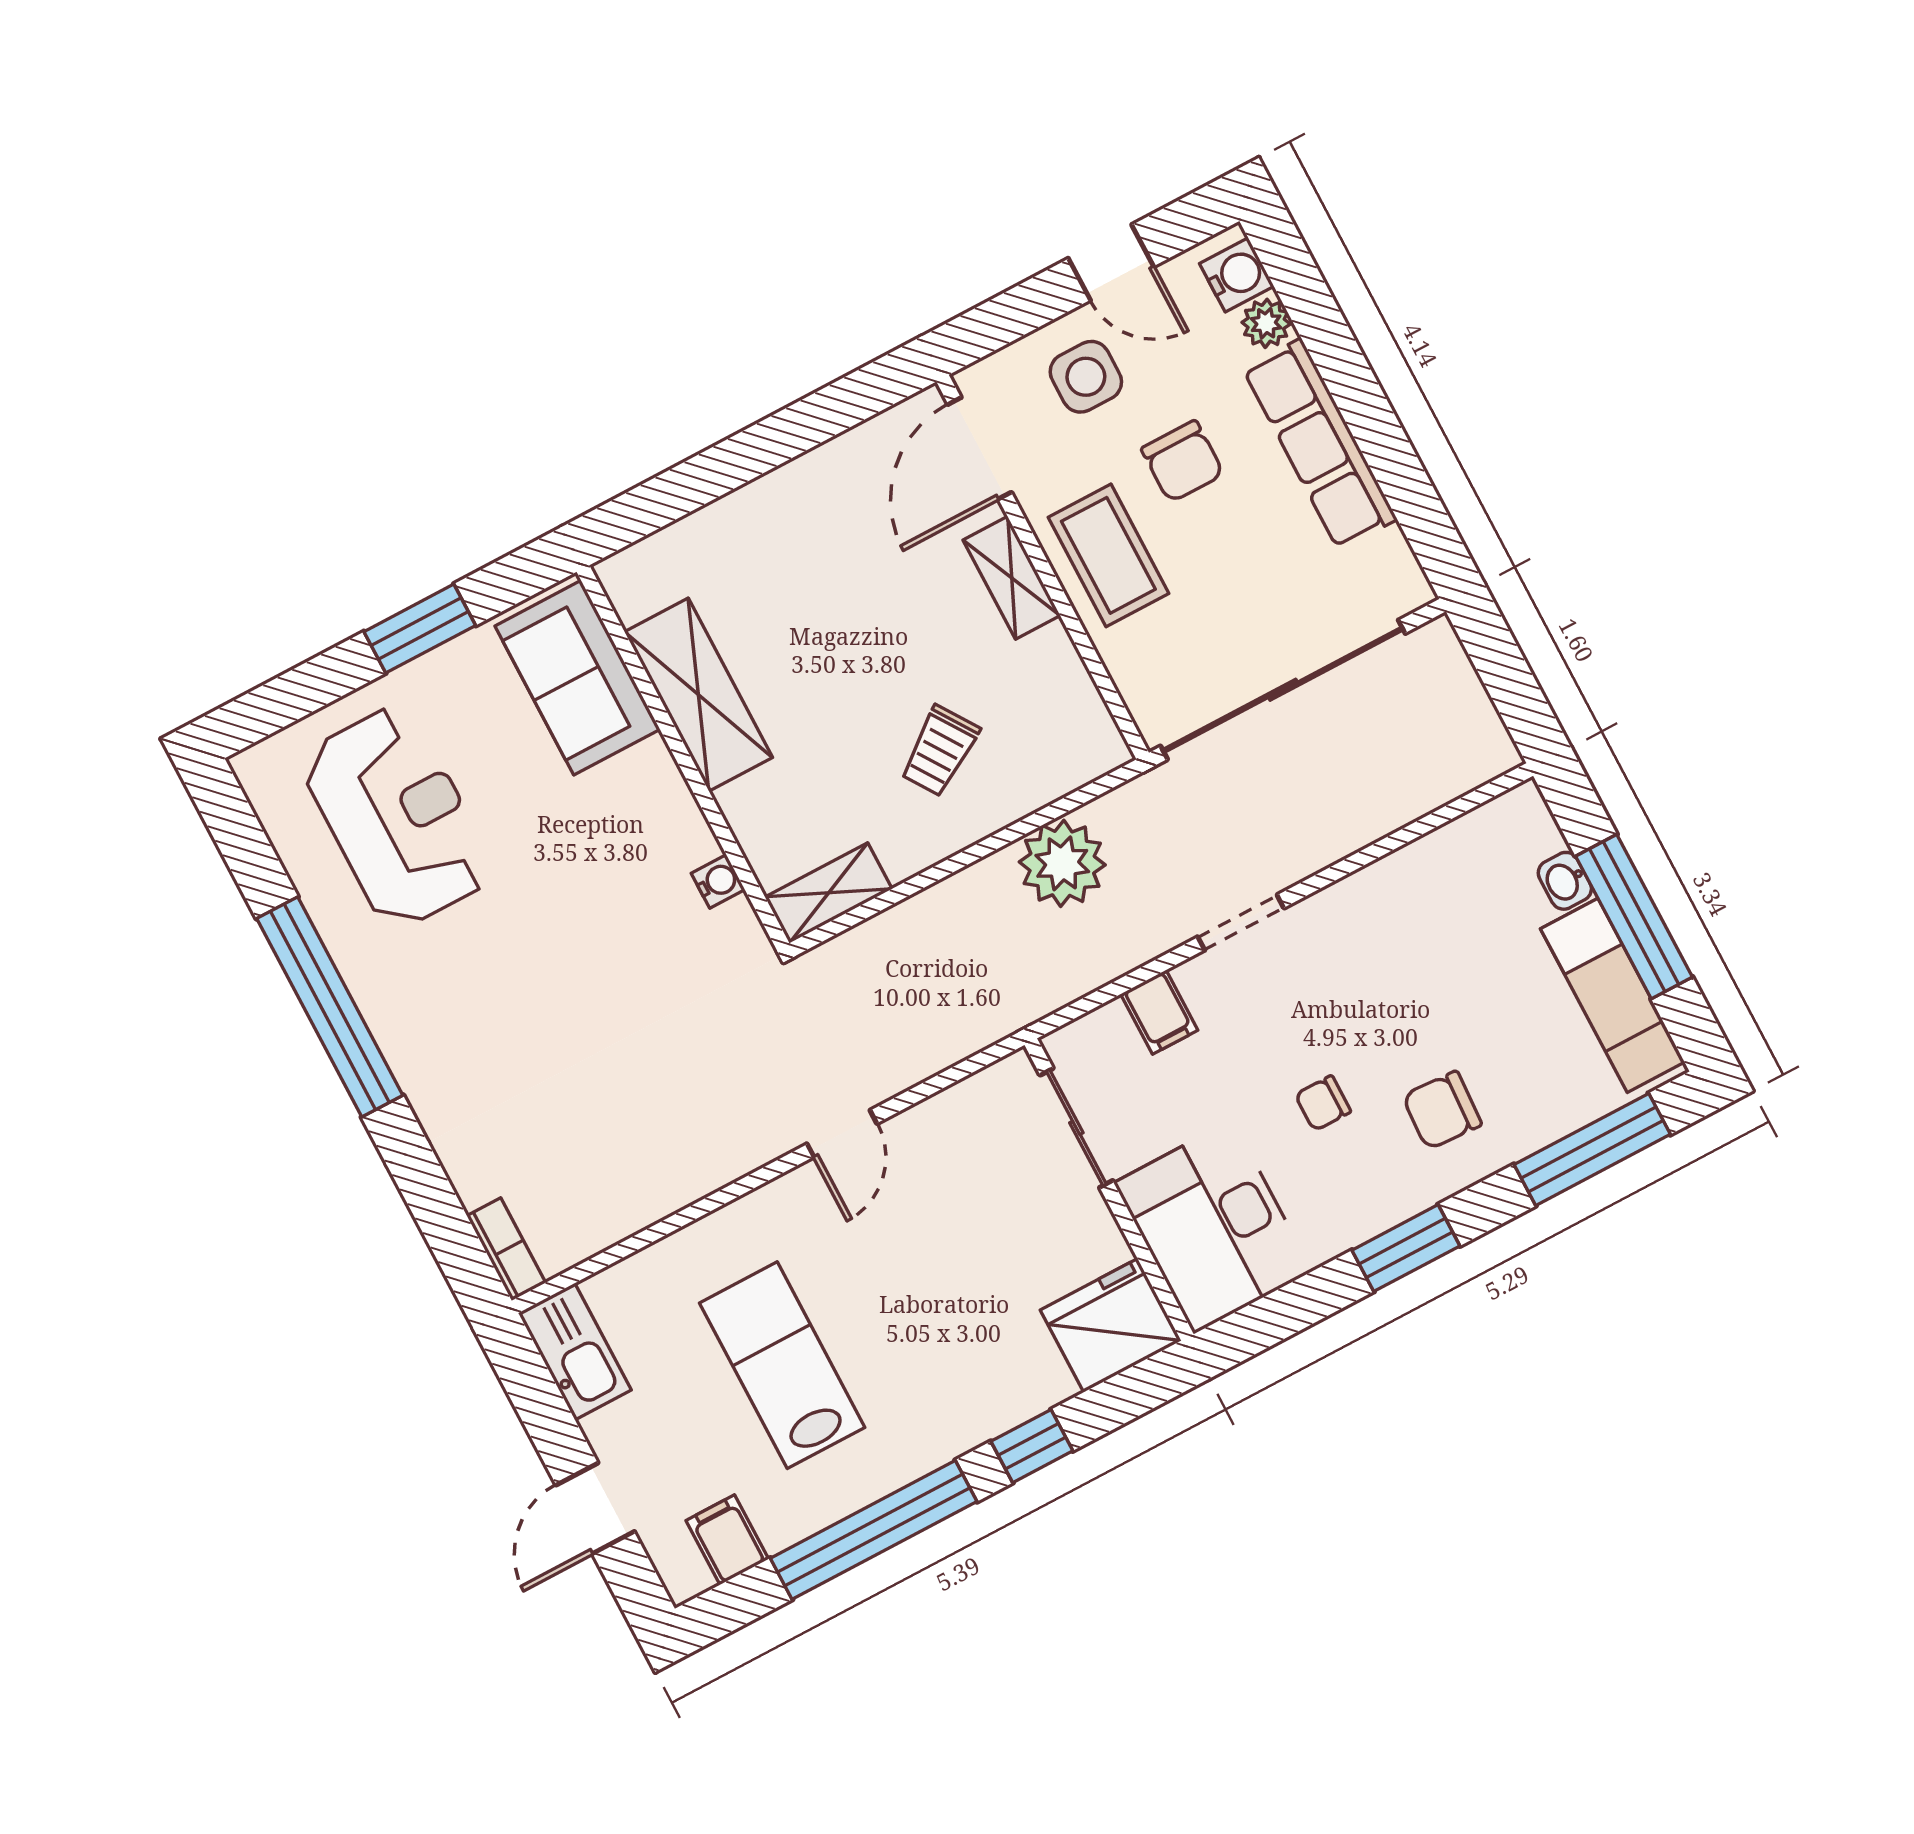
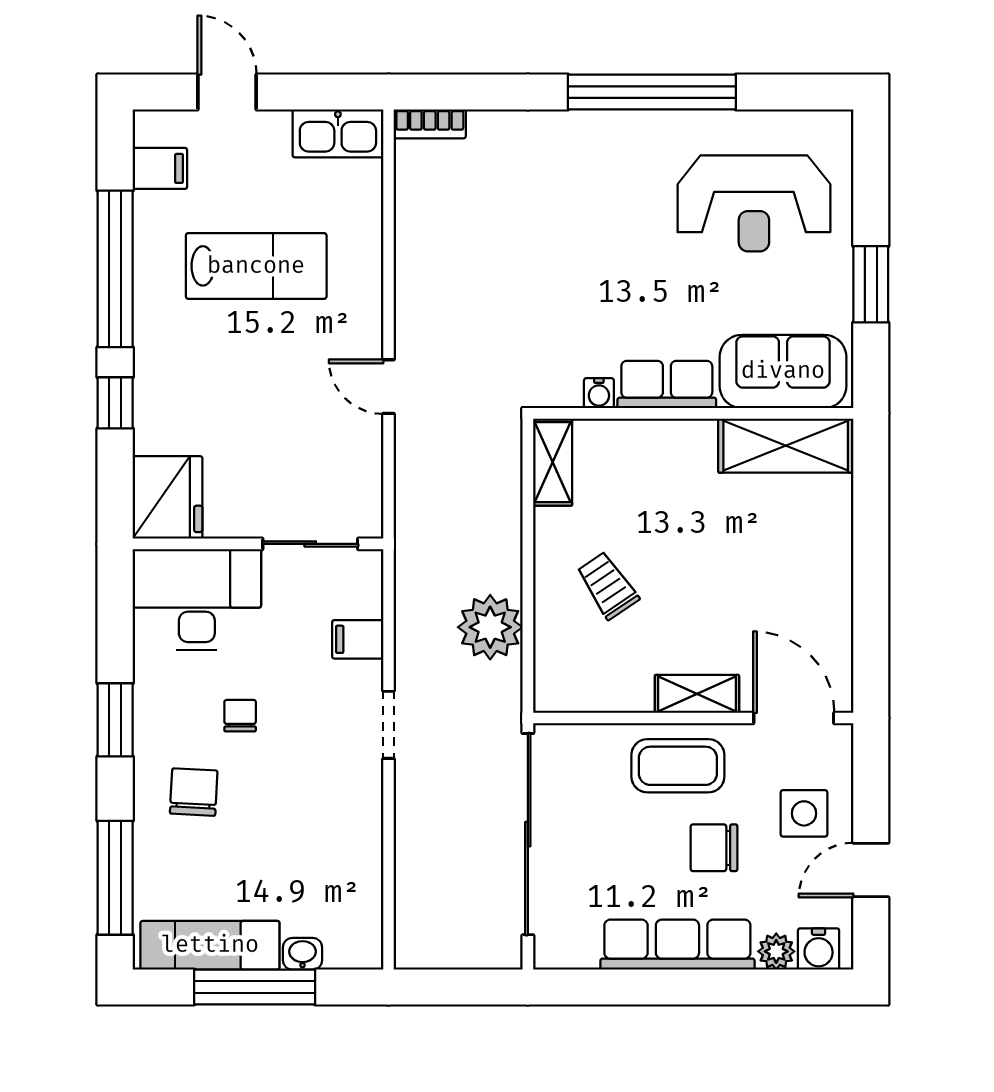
shelving: (698, 695) -> (786, 446), moved
row of seats: (665, 807) -> (667, 384), added

